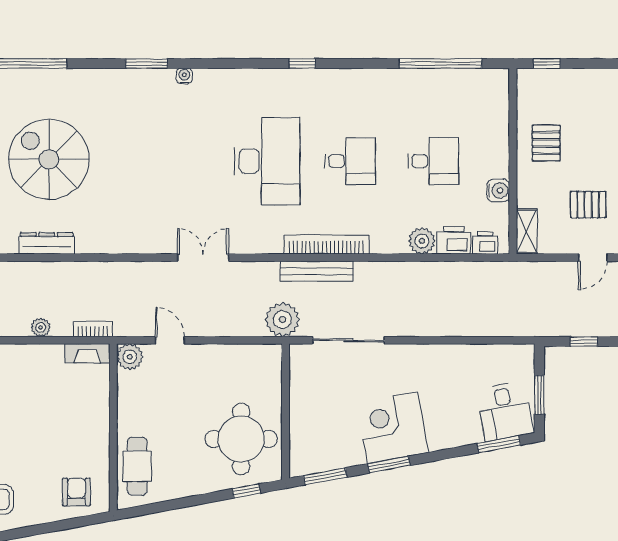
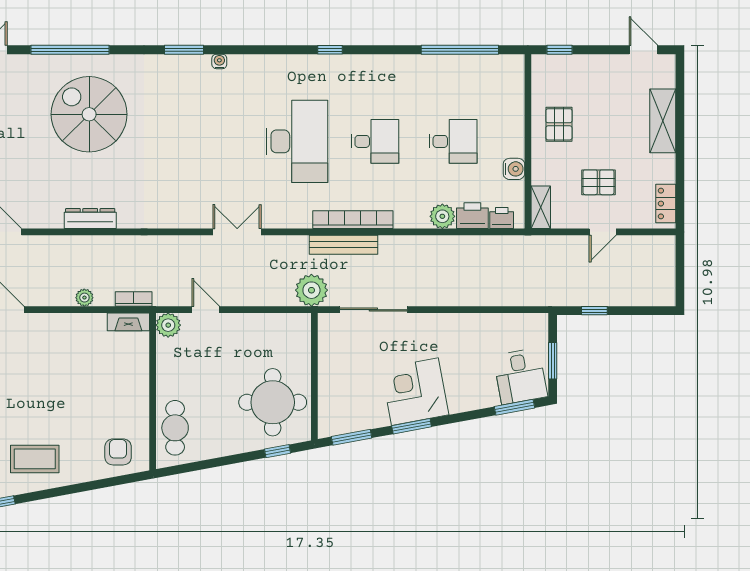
spiral stairs: (49, 159) -> (89, 114), moved

